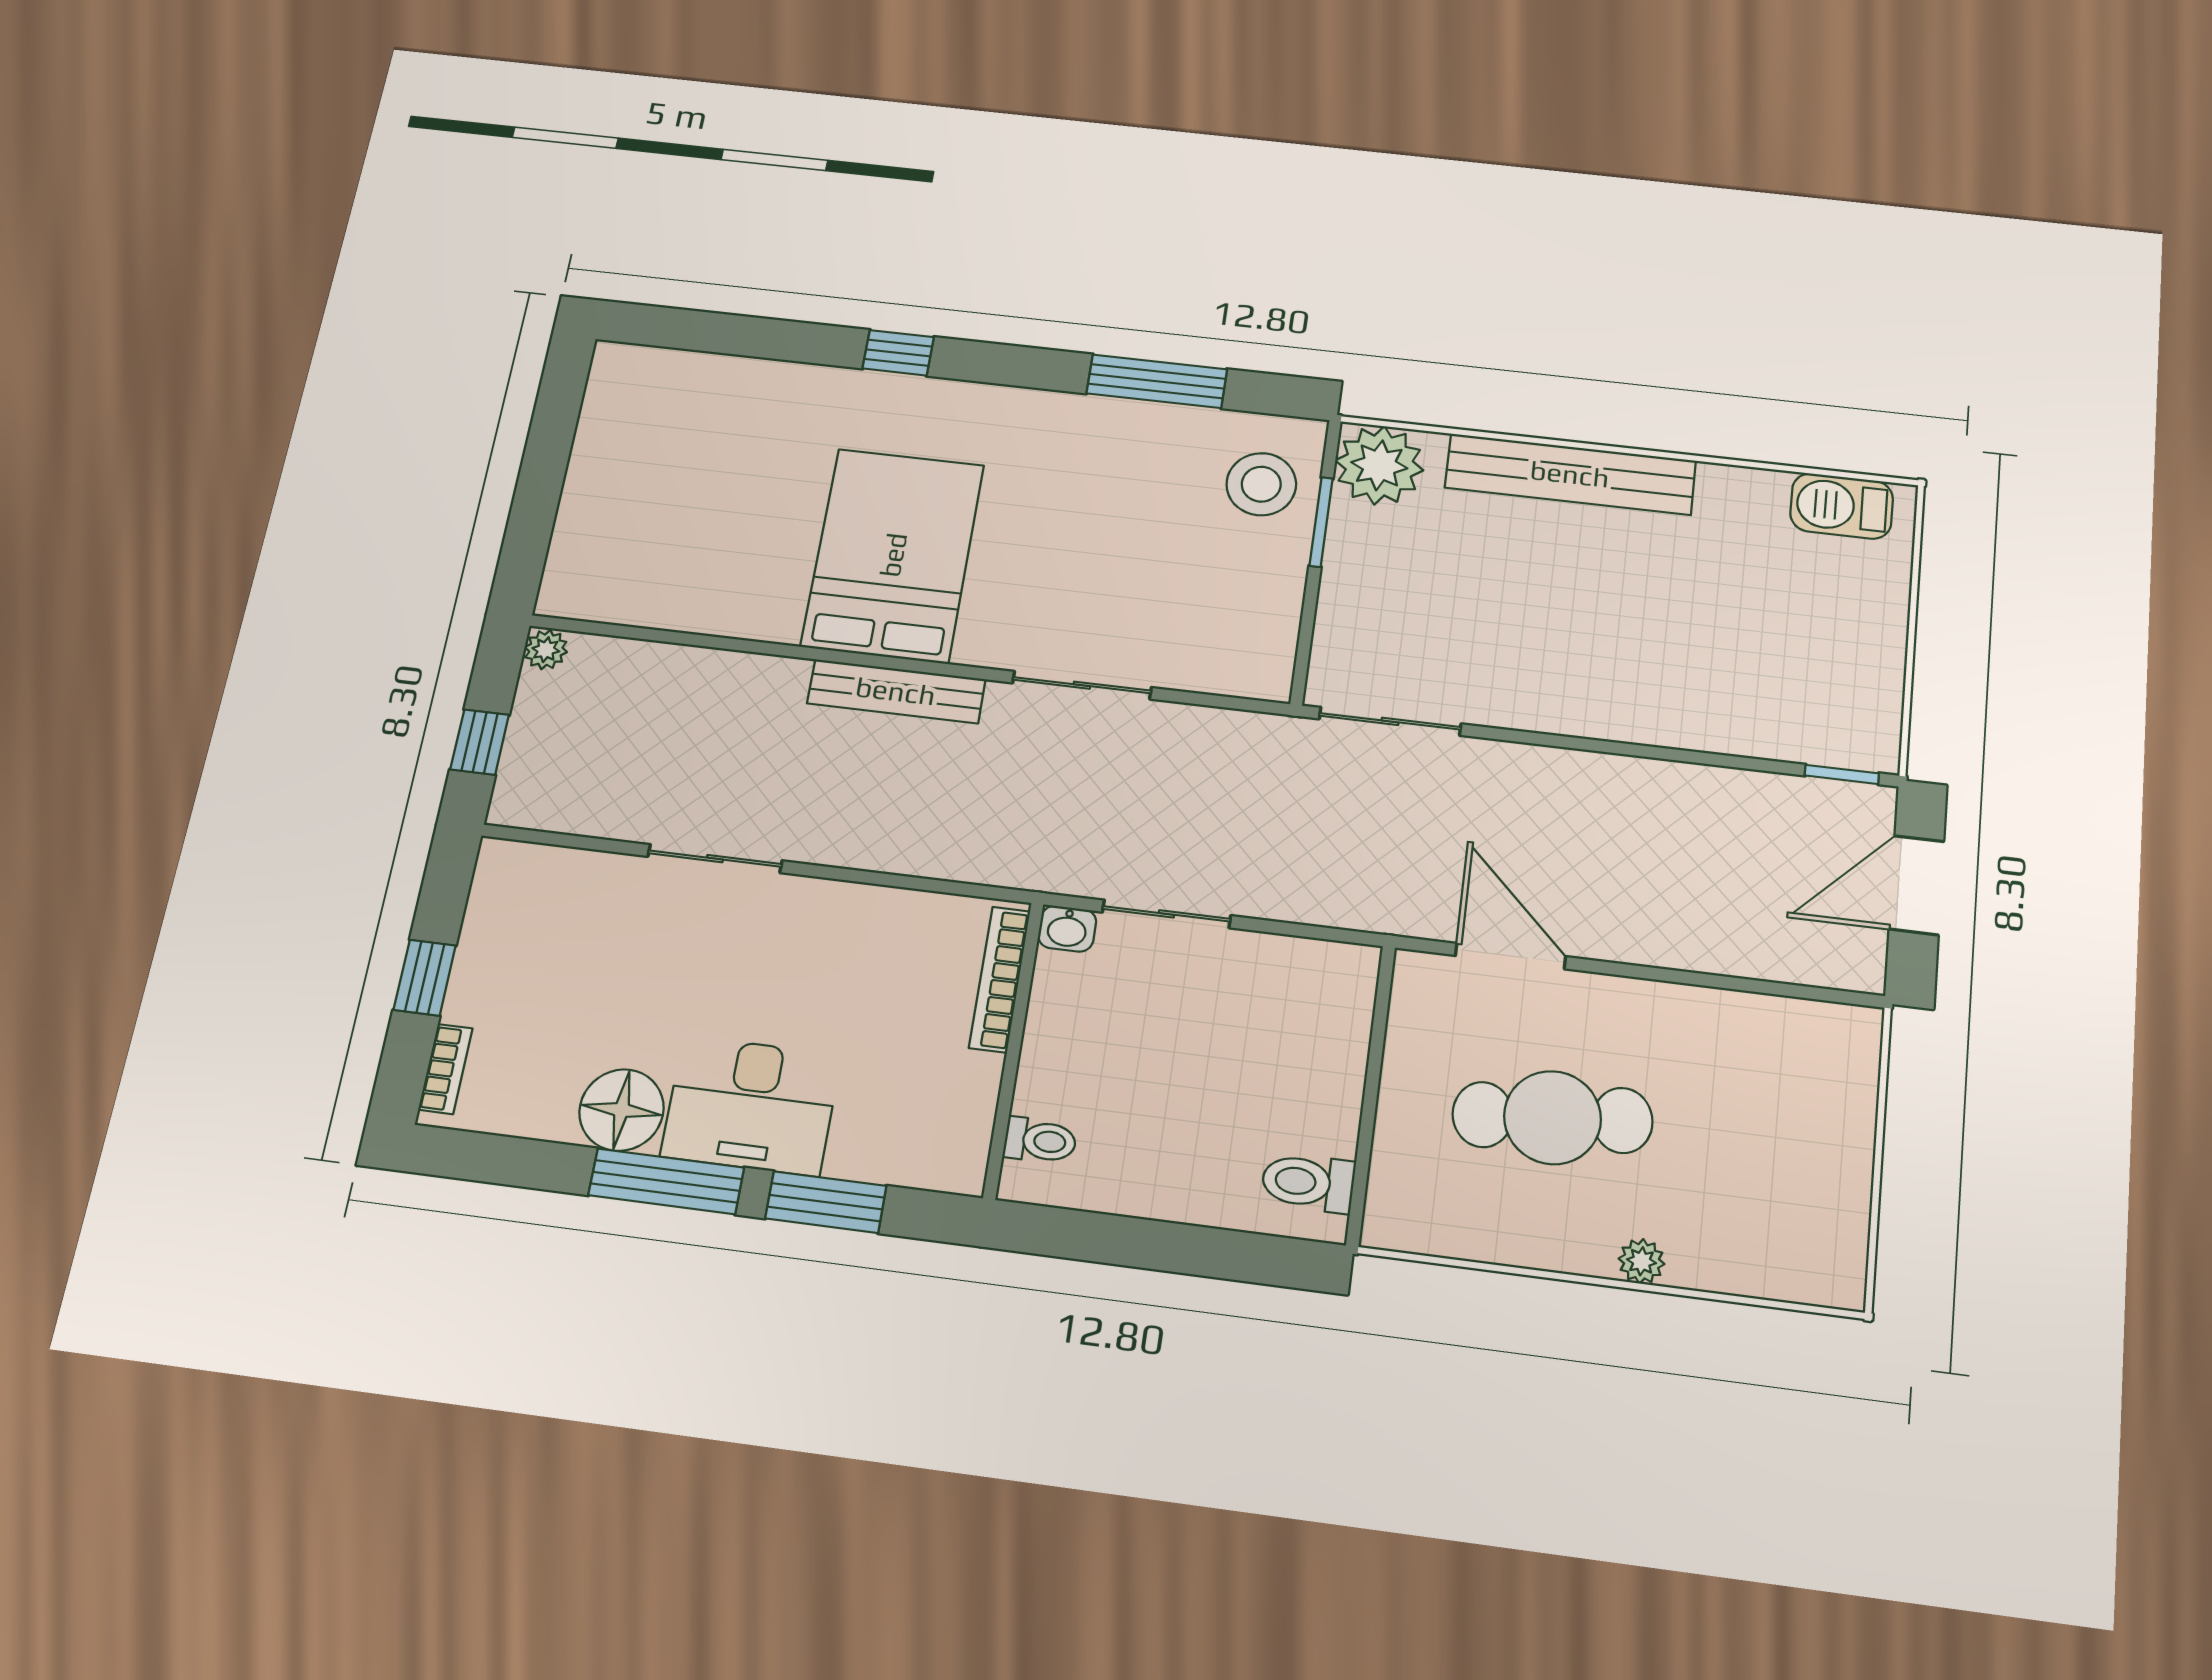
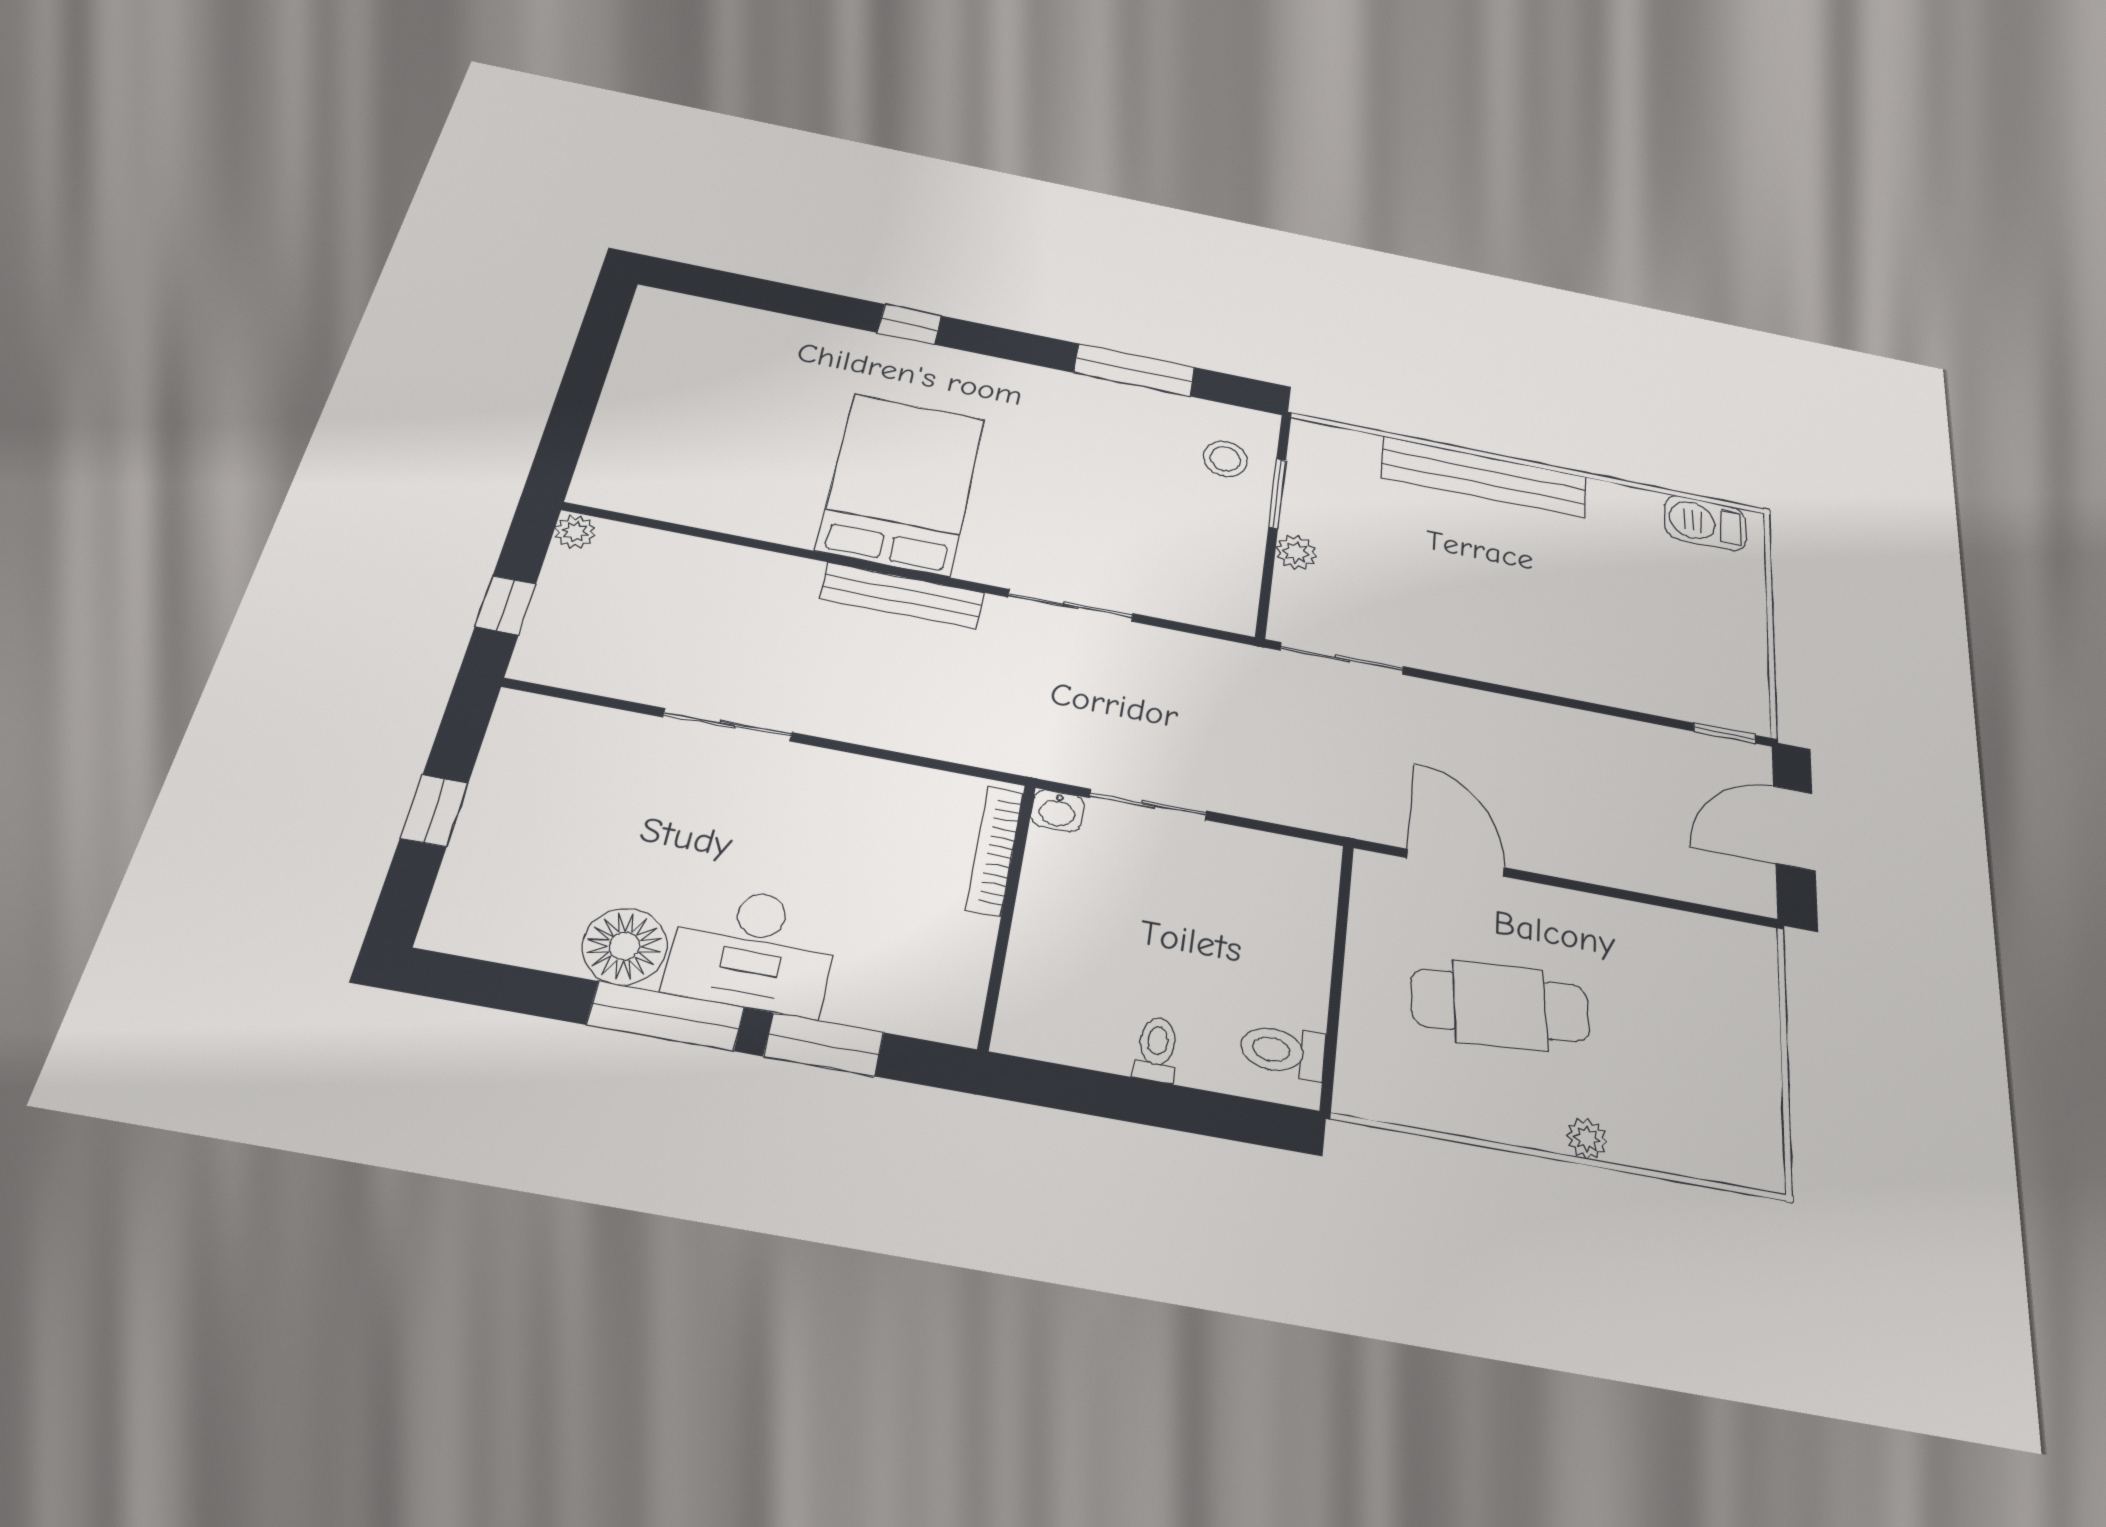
plant: (1379, 465) -> (1296, 552), moved, width x0.53, depth x0.53
stool: (1261, 484) -> (1225, 459), width x0.73, depth x0.73
bookcase: (445, 1069) -> (449, 897), removed
toilet: (1040, 1141) -> (1157, 1049), moved, turned -90

